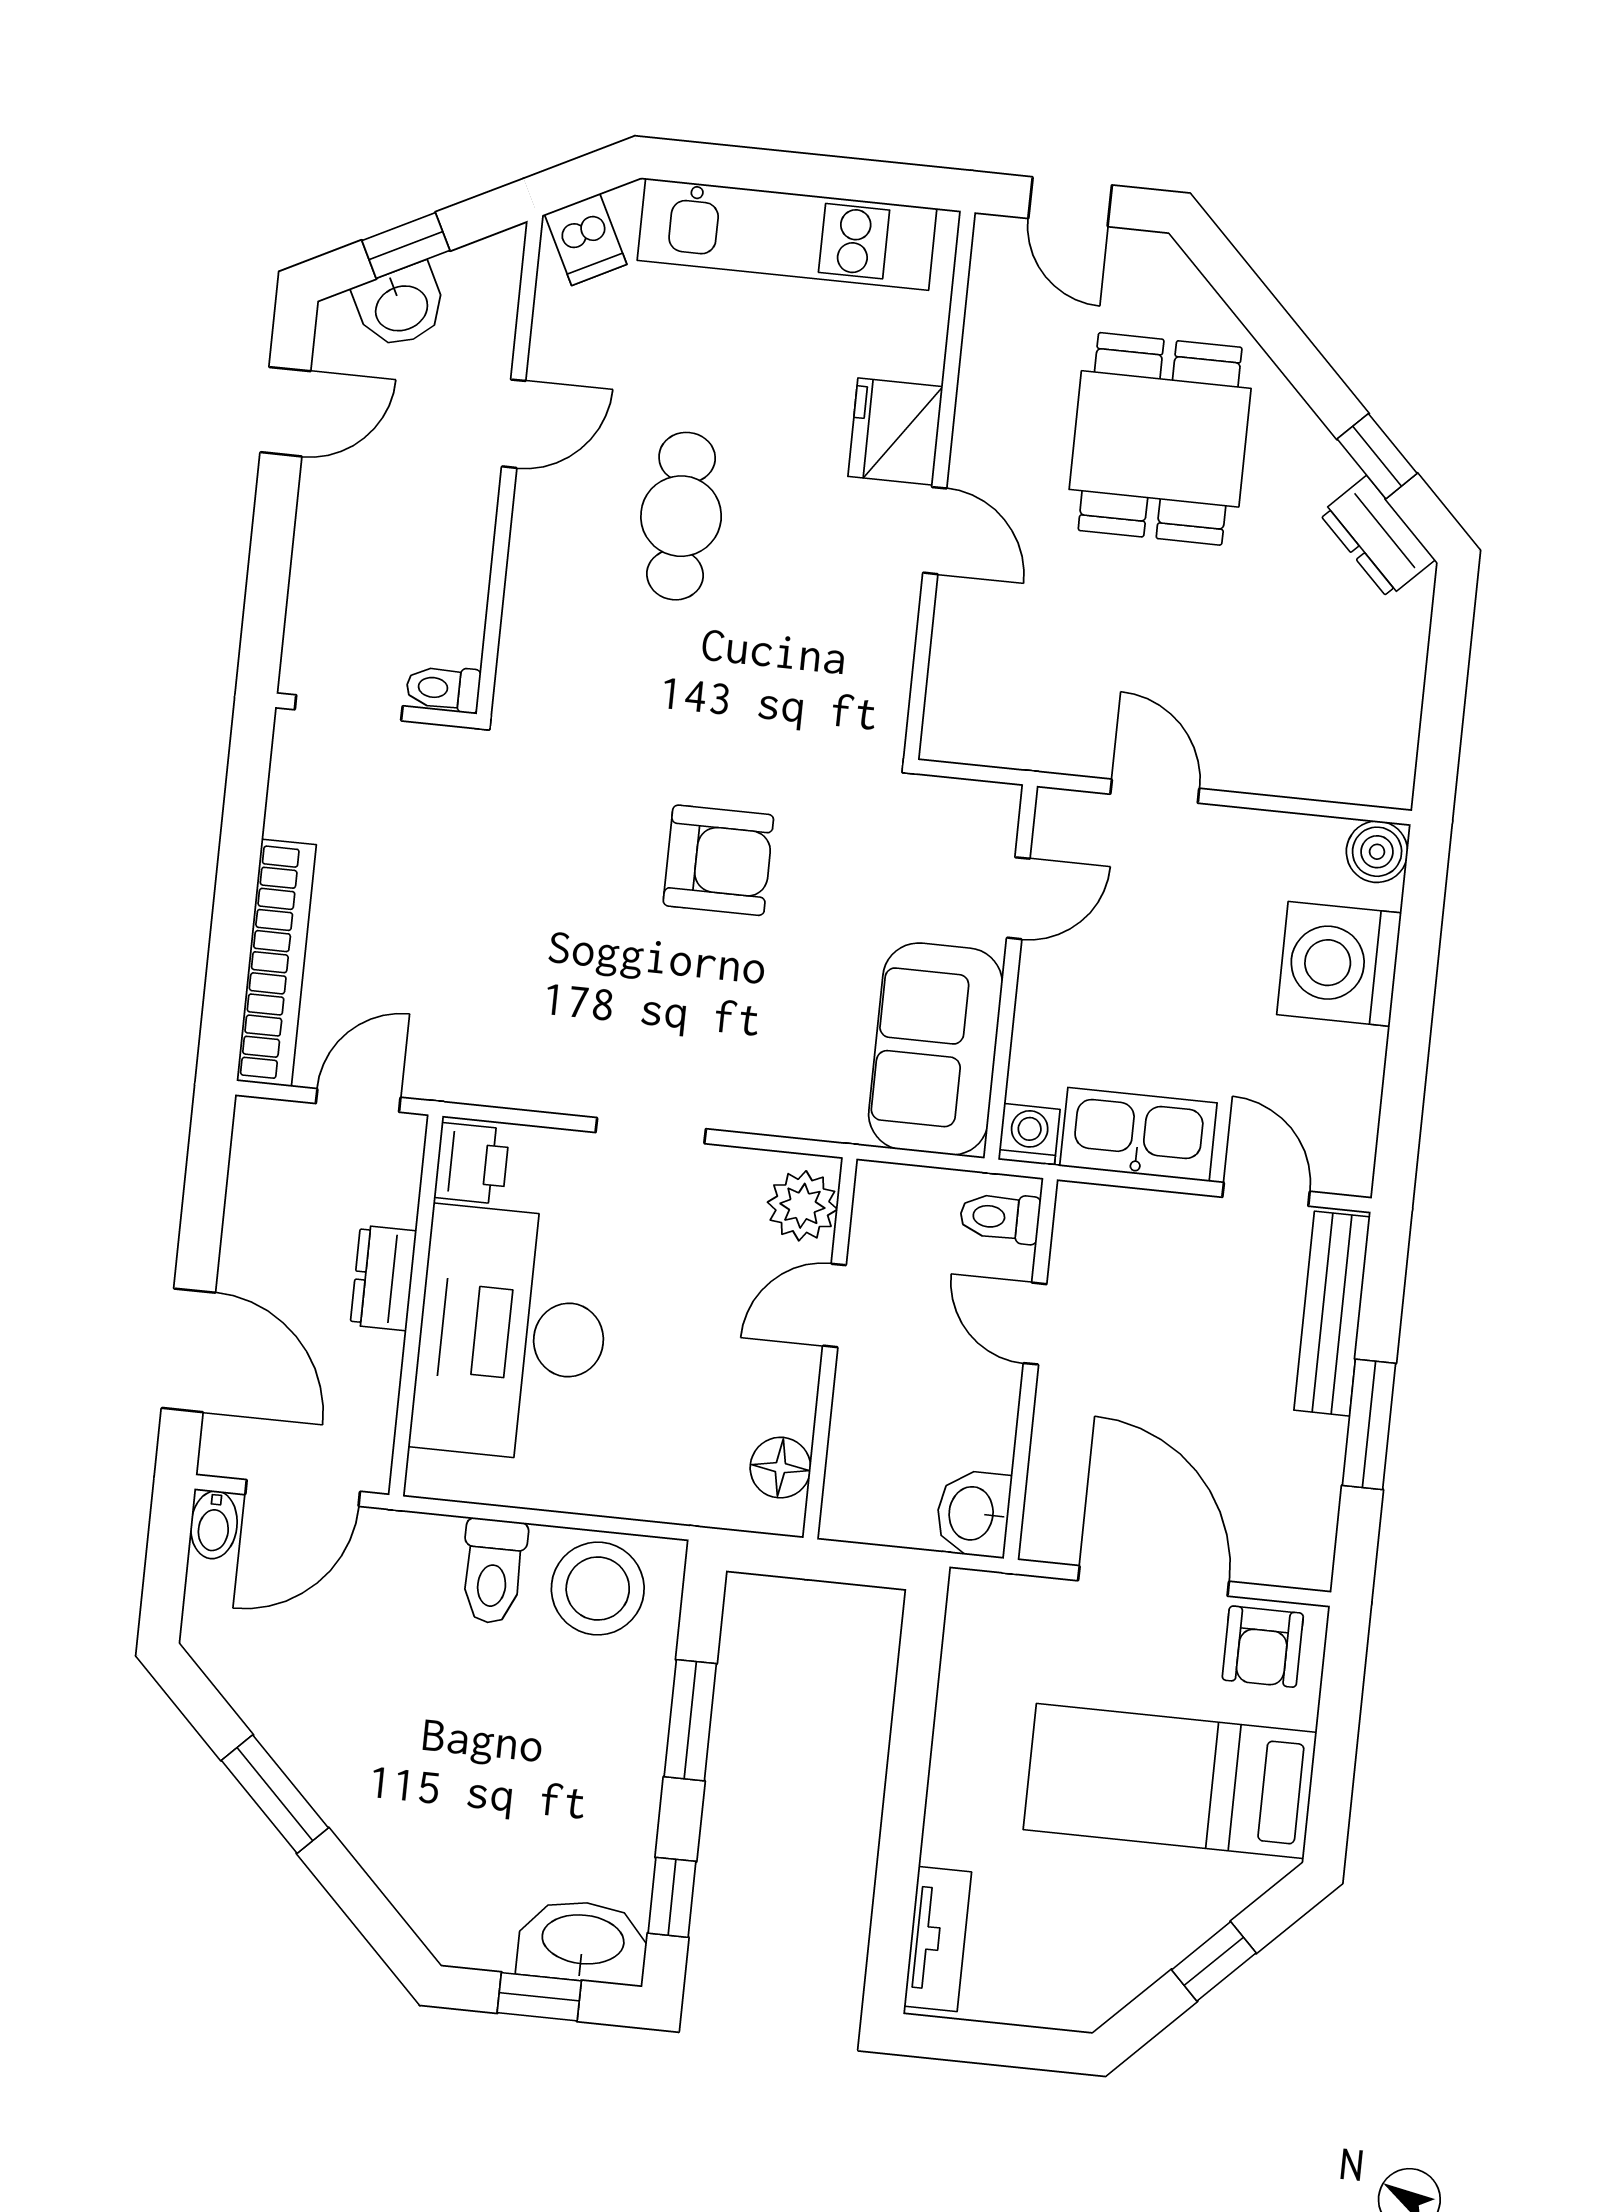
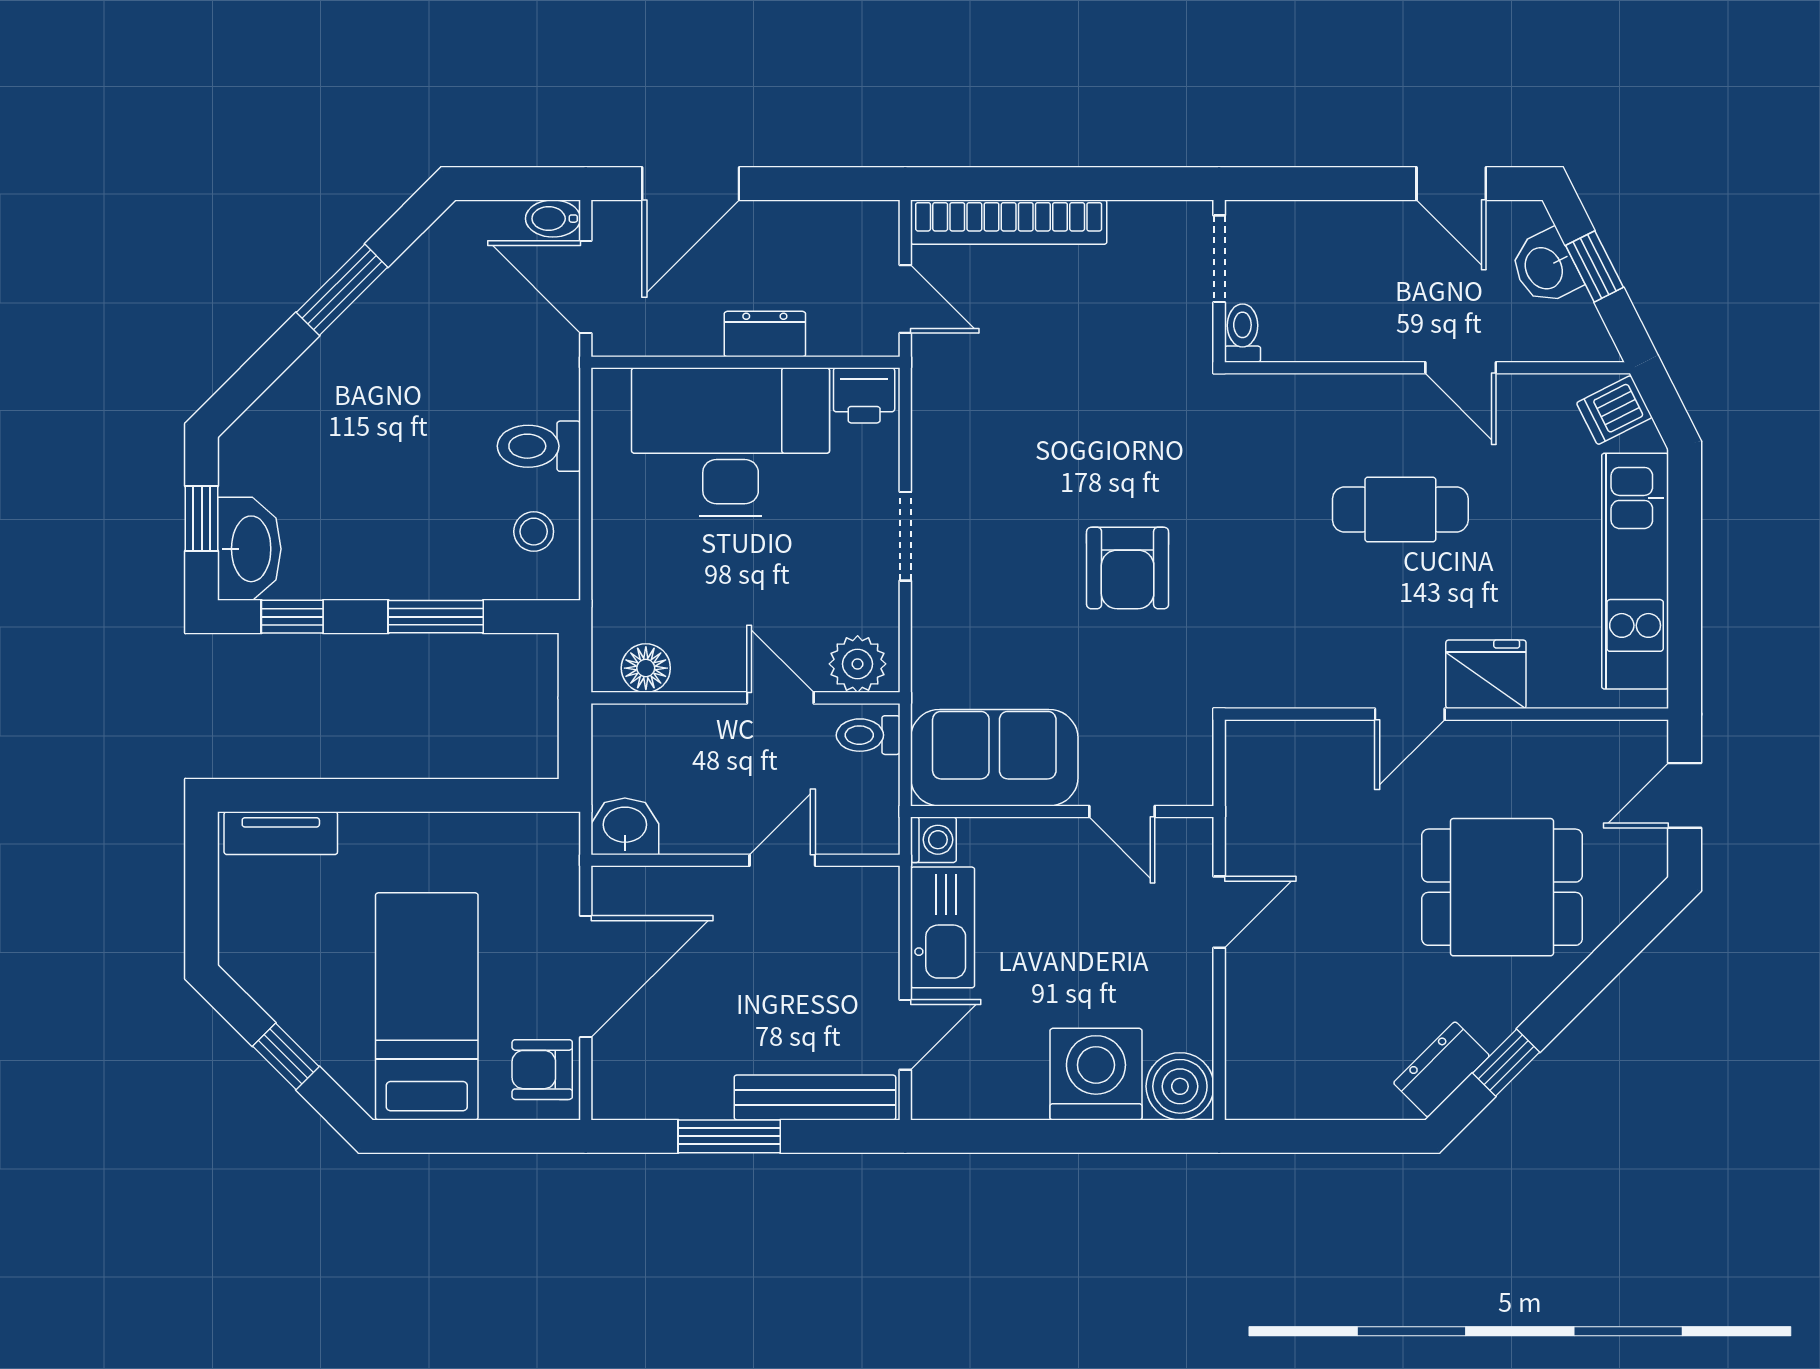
boiler: (1377, 852) -> (1180, 1086), width x1.36, depth x1.36
toilet: (1000, 1217) -> (868, 735), moved, turned -90
stool: (598, 1589) -> (534, 532), width x0.53, depth x0.53

